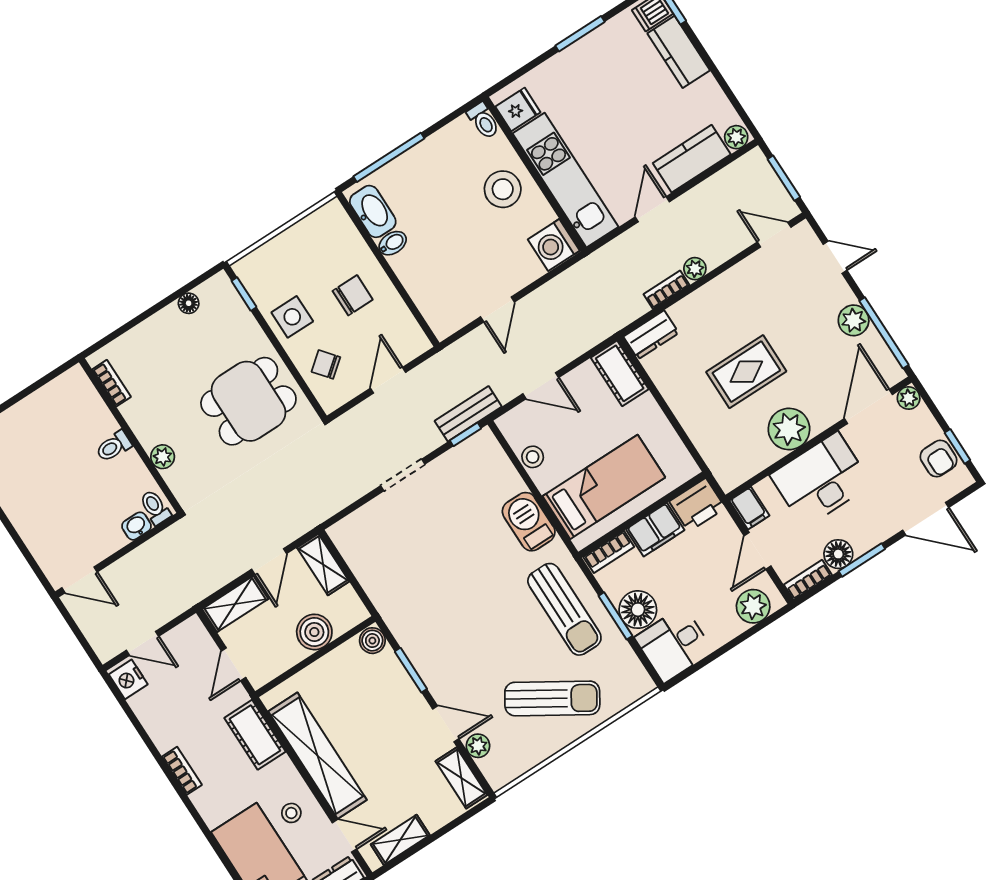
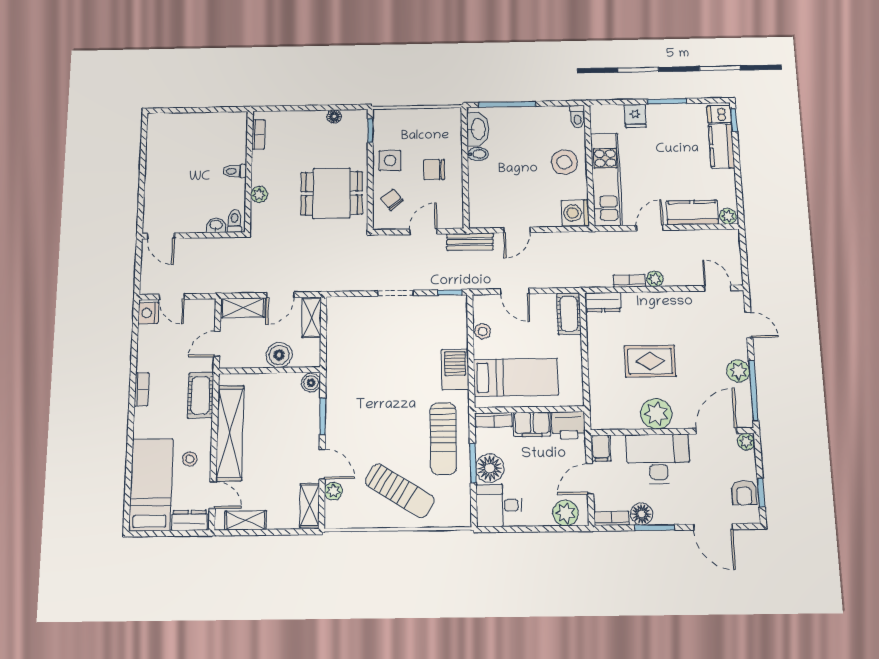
fridge: (518, 109) -> (635, 116), moved, turned 90
window: (784, 178) -> (744, 258), removed
chair: (353, 295) -> (434, 170), turned 180
bench: (468, 414) -> (470, 242), moved

